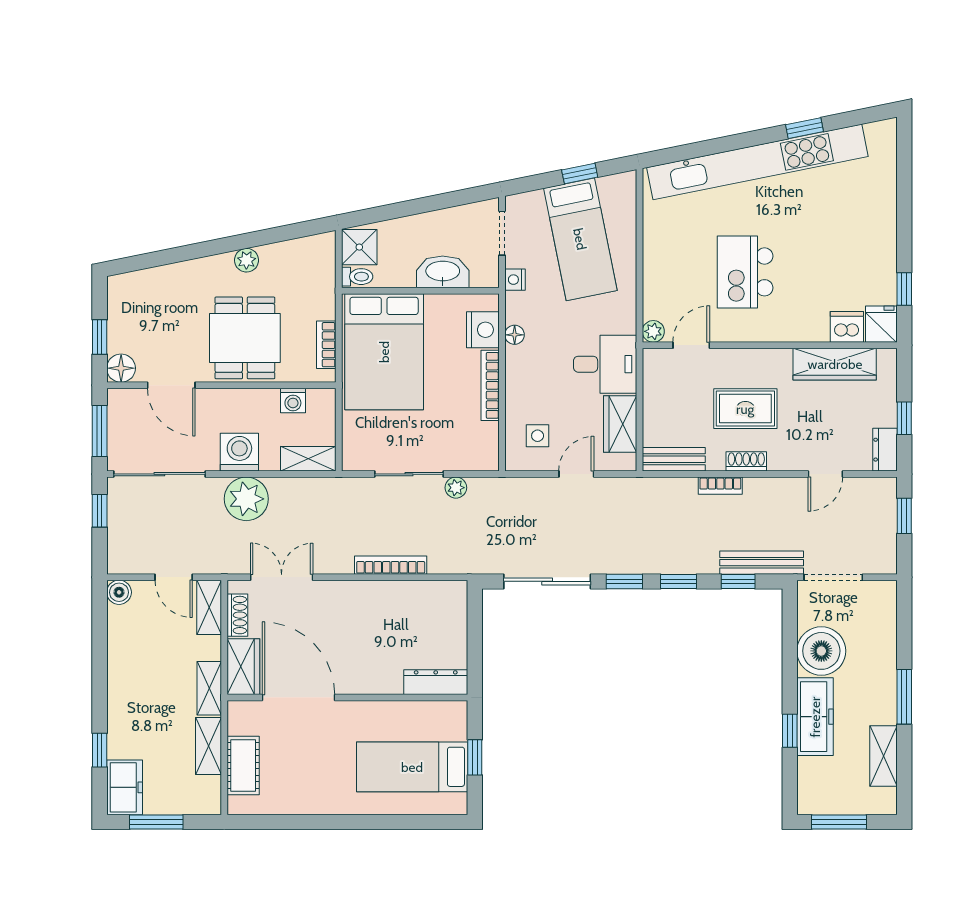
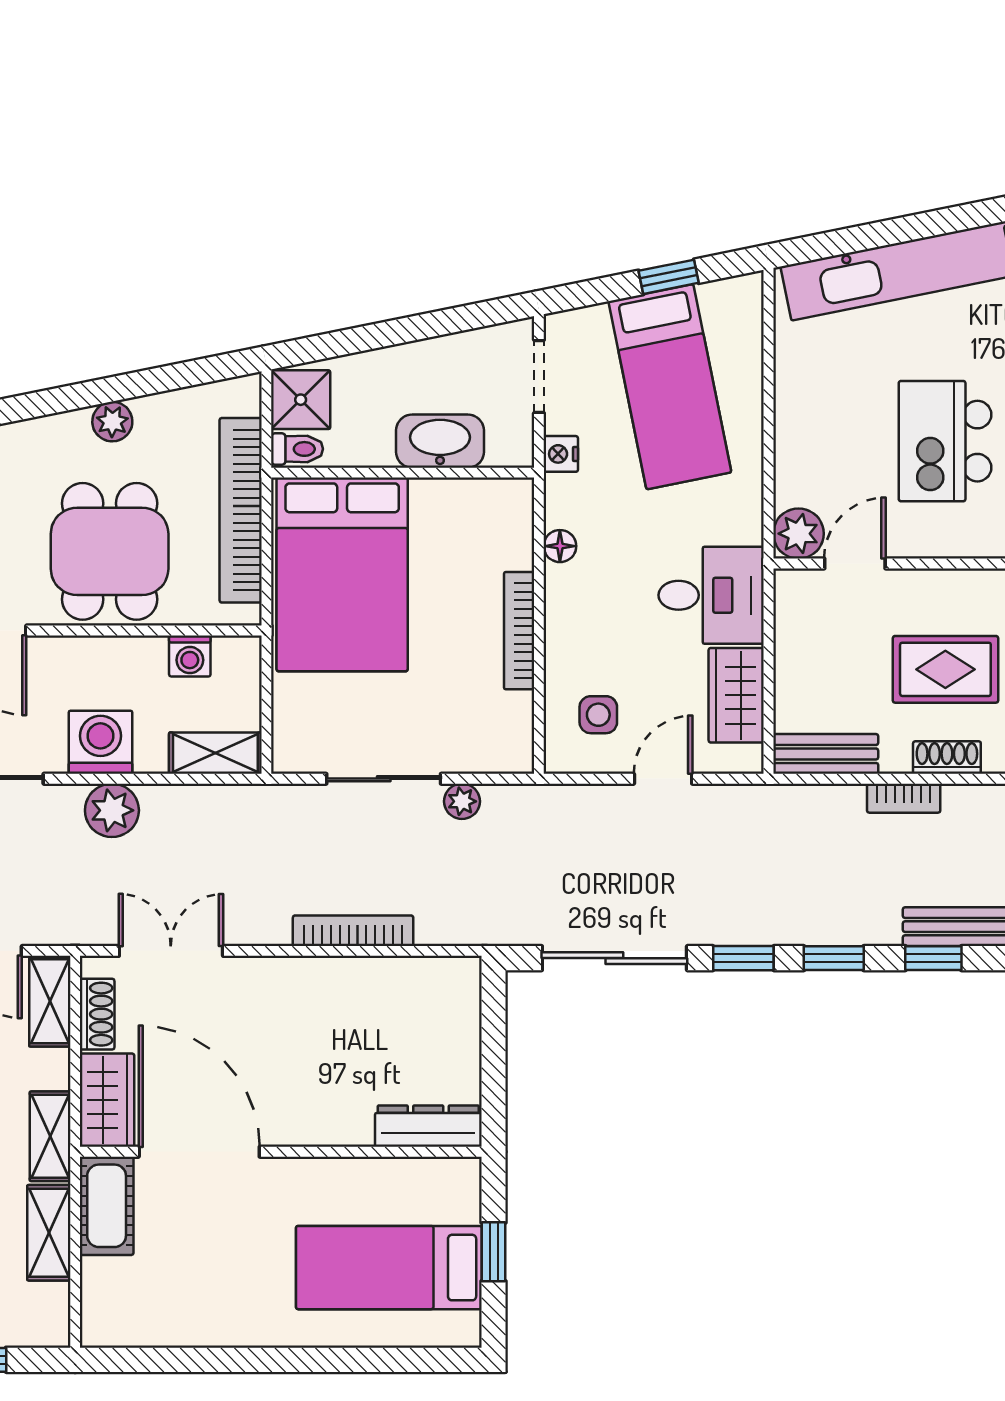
nightstand: (483, 330) -> (507, 538), removed
plant: (653, 331) -> (798, 534), width x1.38, depth x1.38
bookcase: (326, 345) -> (241, 510), width x2.31, depth x1.31
plant: (246, 499) -> (112, 810), width x0.73, depth x0.73
cot: (243, 766) -> (107, 1206), moved

